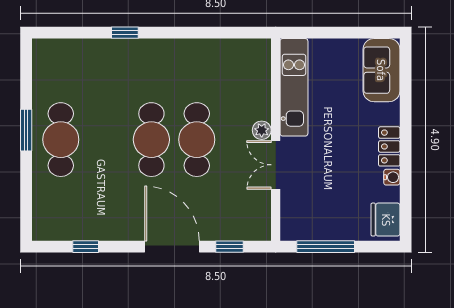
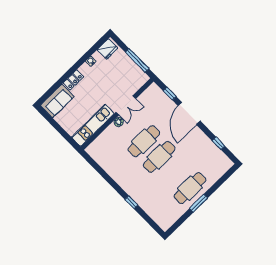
locker: (389, 146) -> (73, 80), moved

